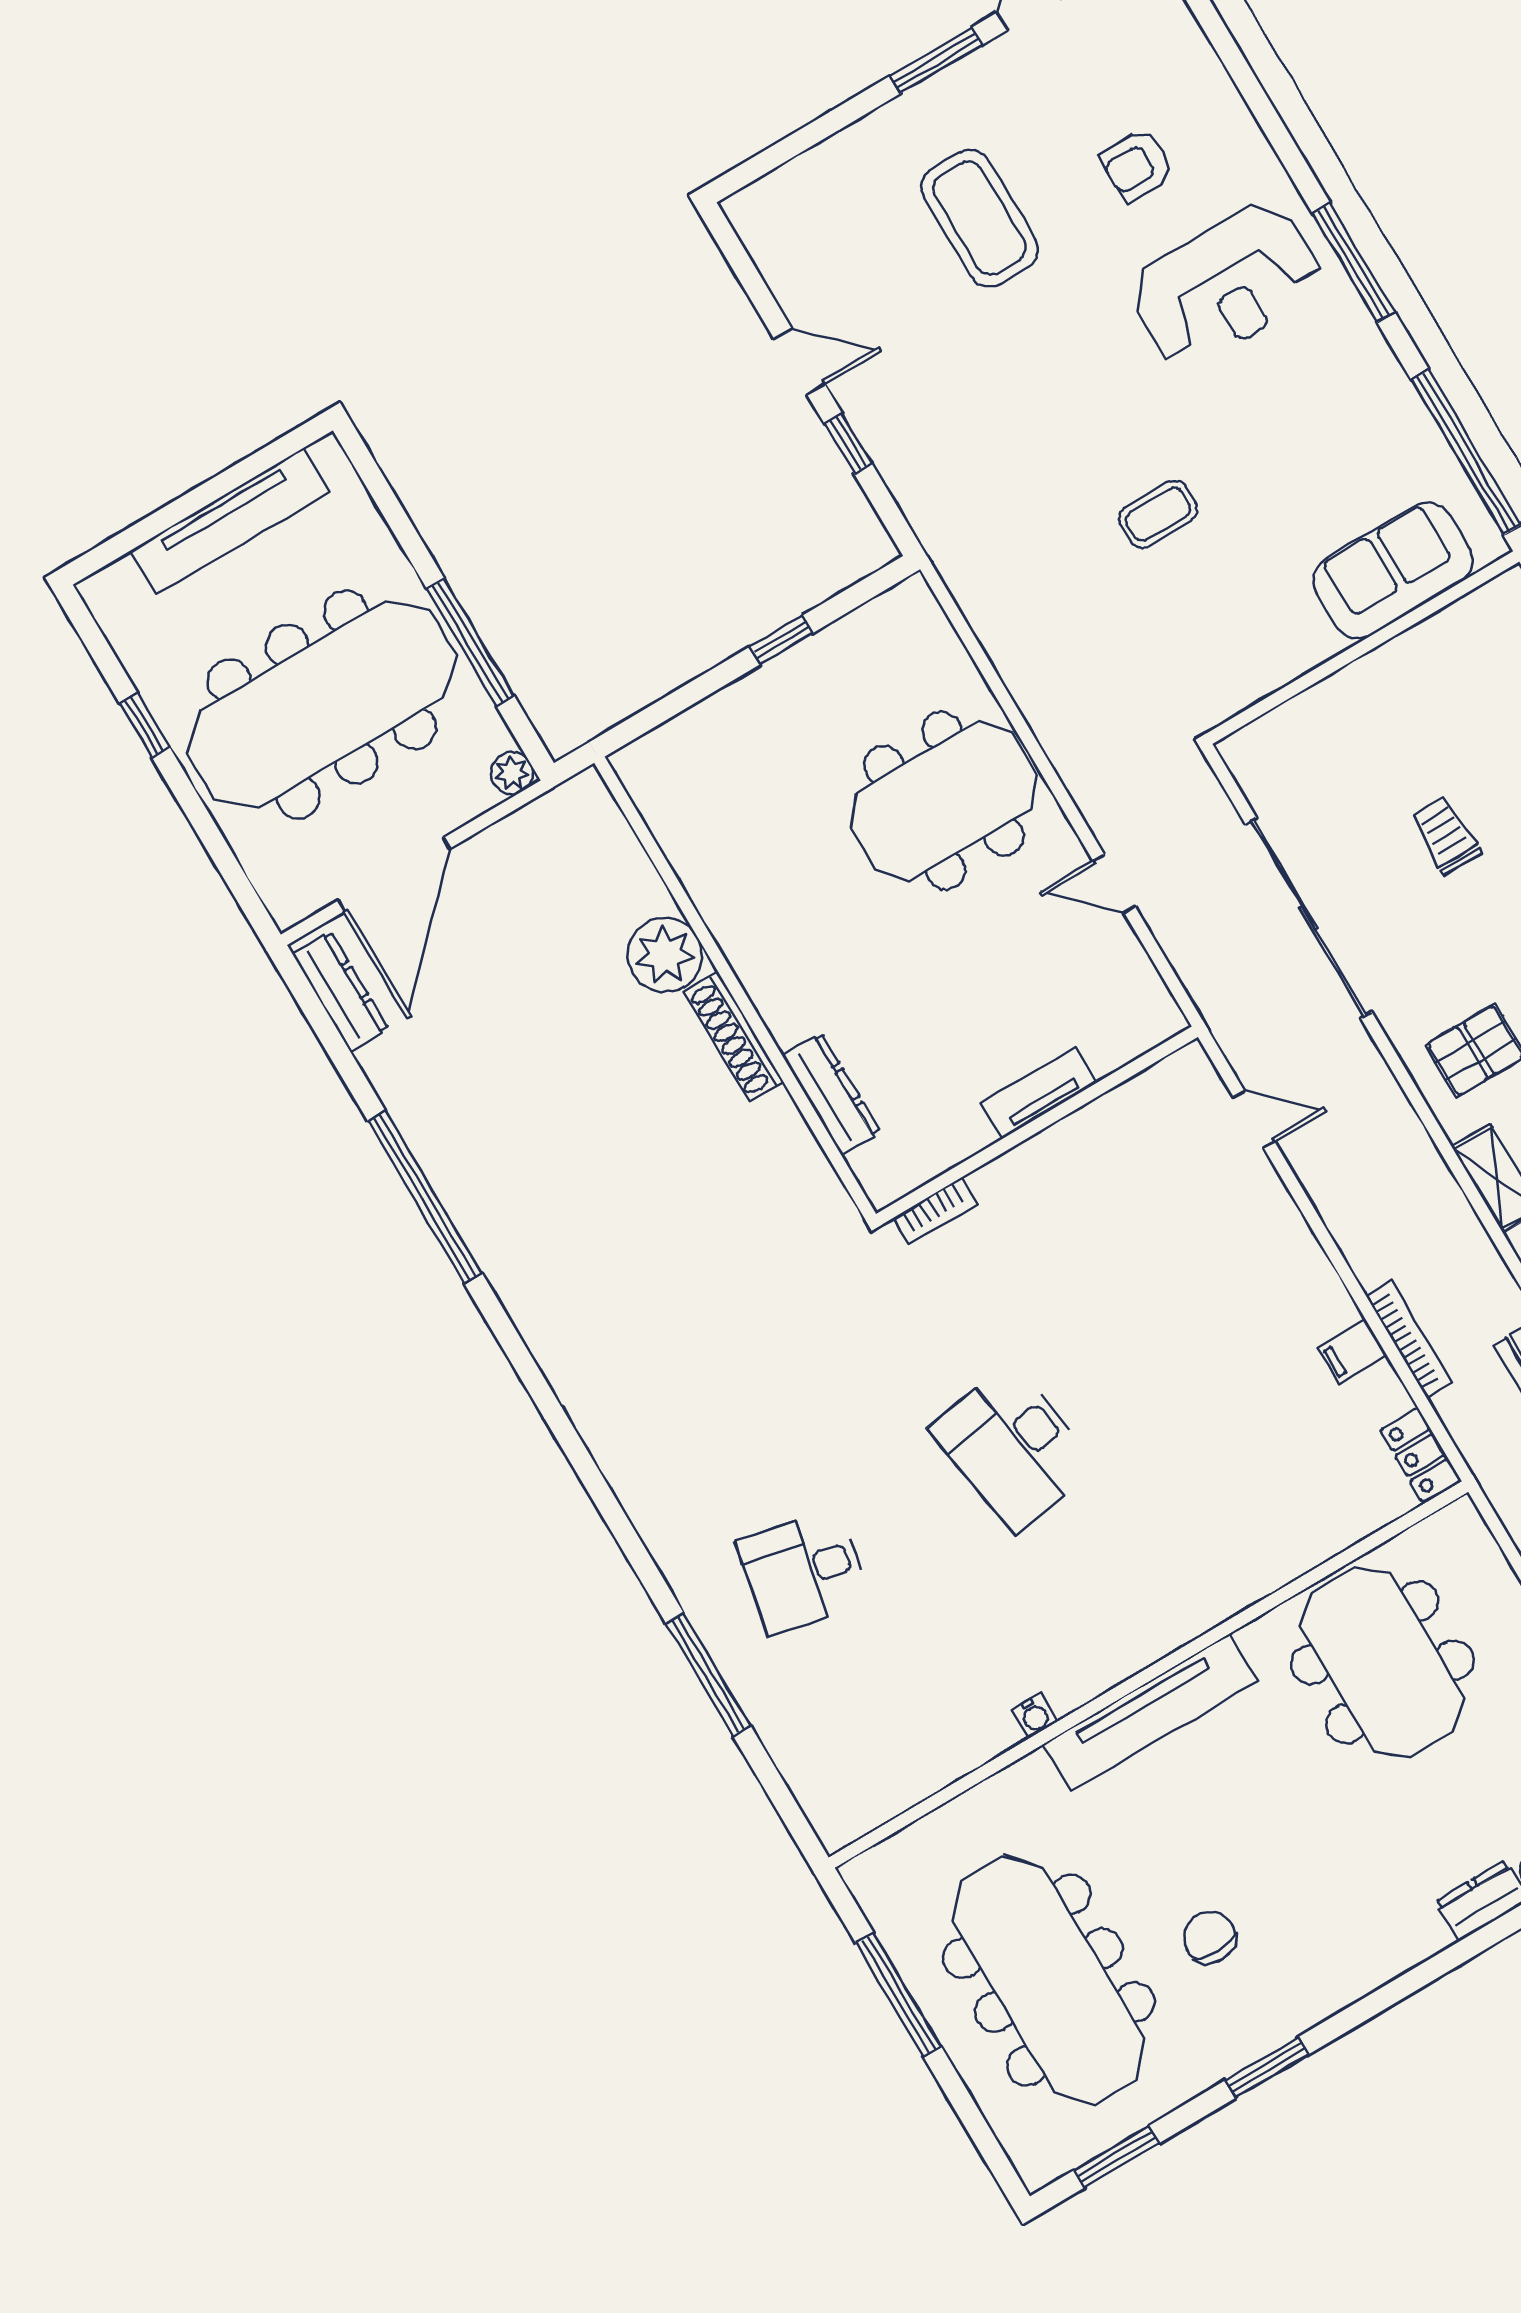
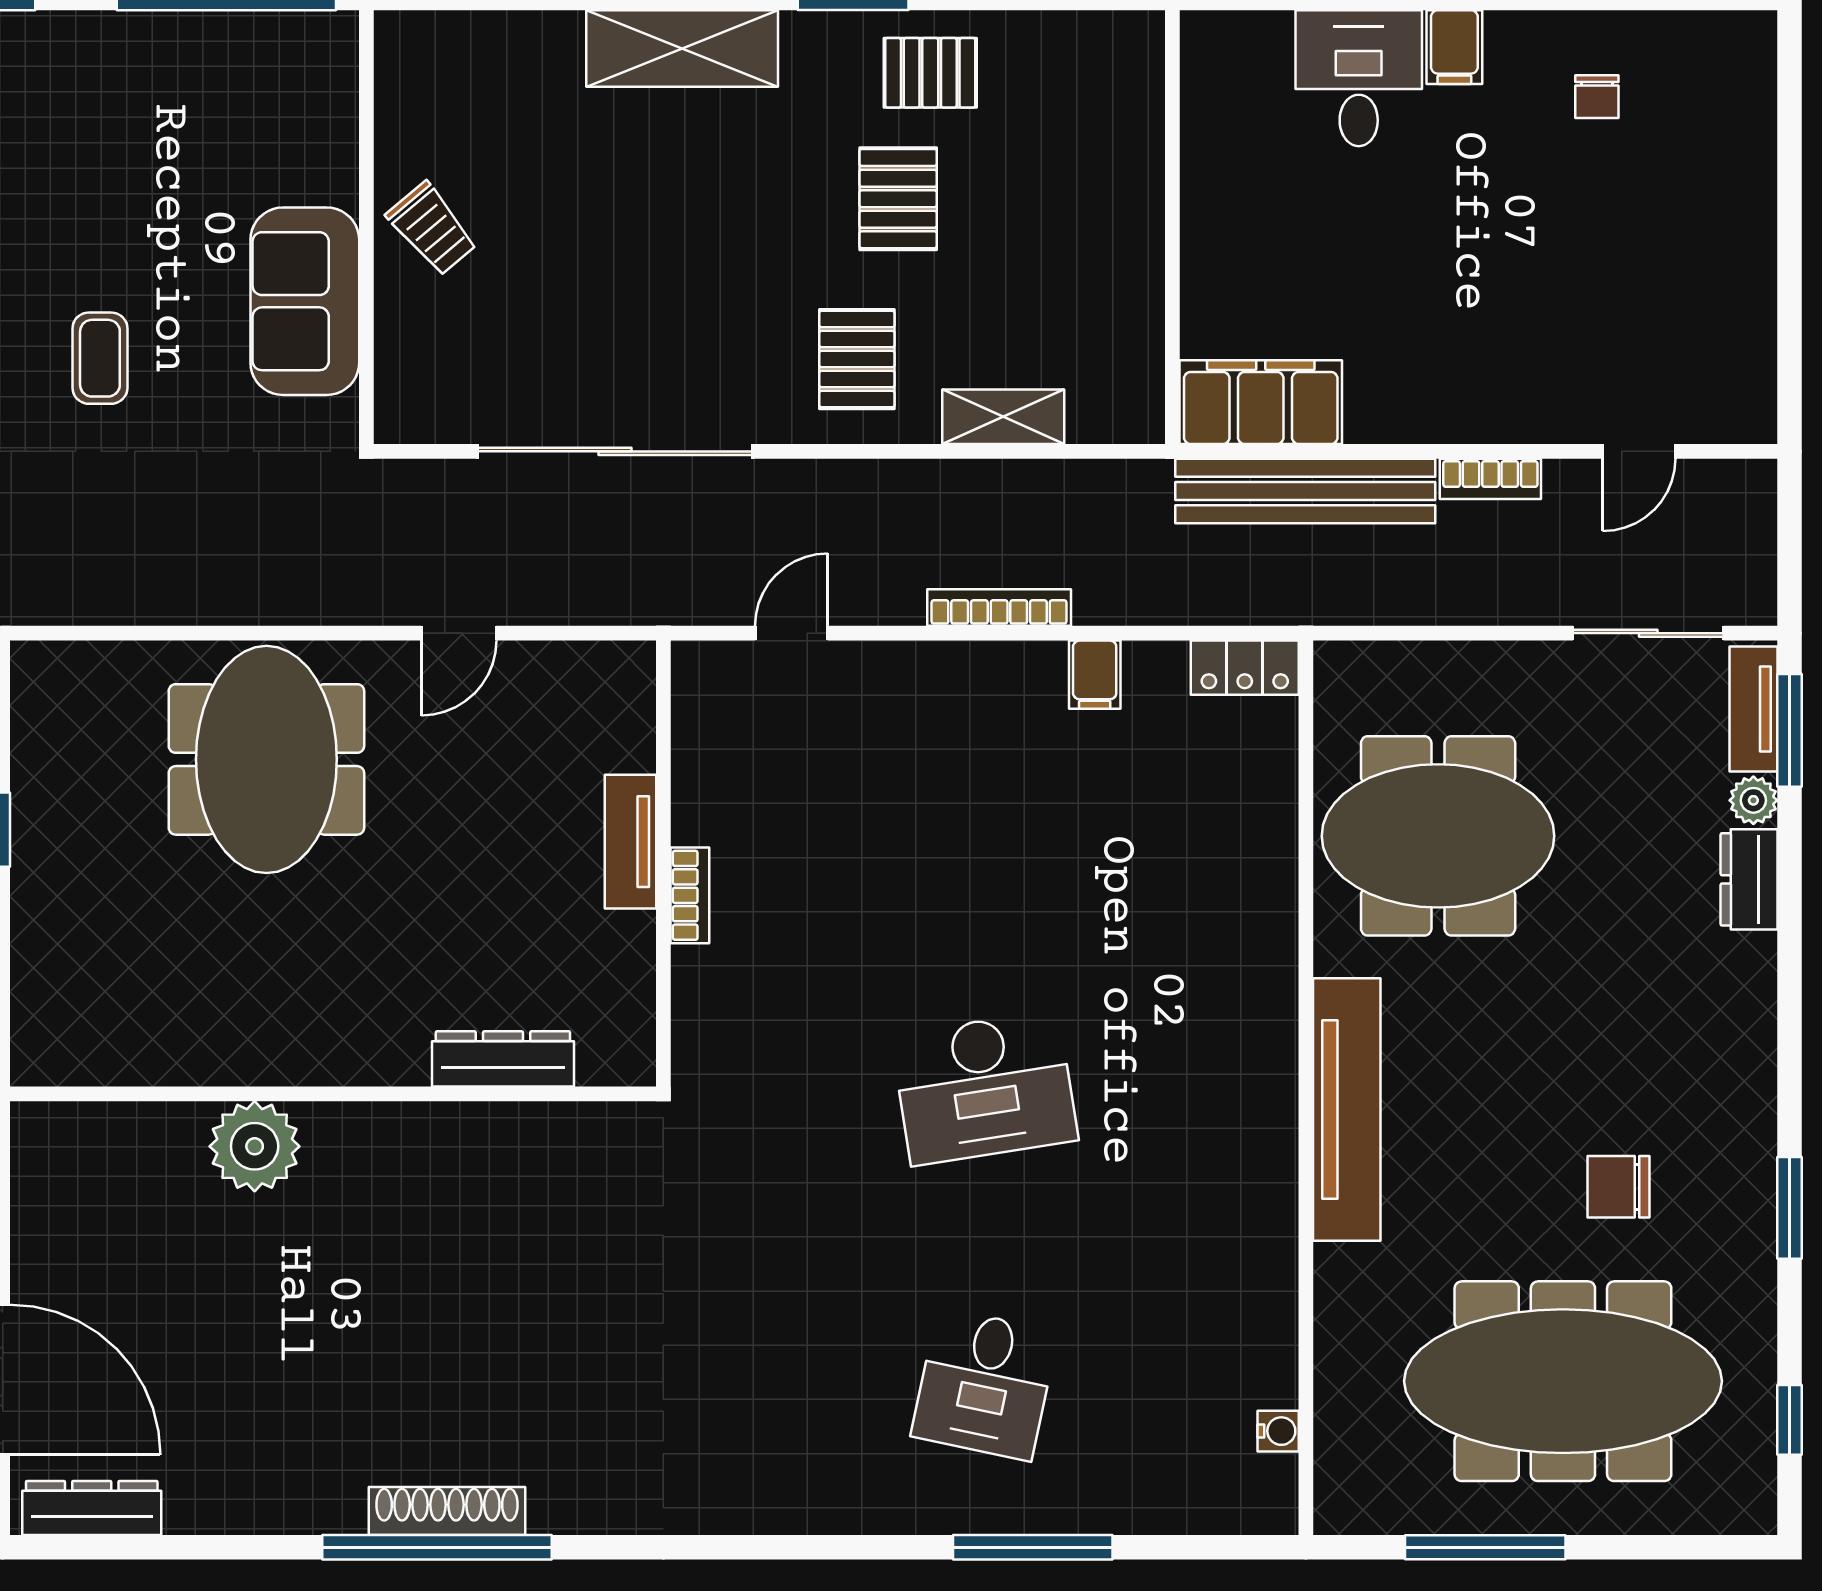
sofa: (1393, 571) -> (305, 301), moved
trolley: (1446, 835) -> (432, 229), moved, turned -130
shoe rack: (734, 1037) -> (447, 1511), moved, turned 180
window: (425, 1197) -> (437, 1547), moved
bookcase: (935, 1211) -> (690, 895), moved
bookcase: (1409, 1339) -> (999, 608), moved
water cooler: (1034, 1716) -> (1278, 1431), moved
window: (1117, 2157) -> (1789, 1420), width x0.67

